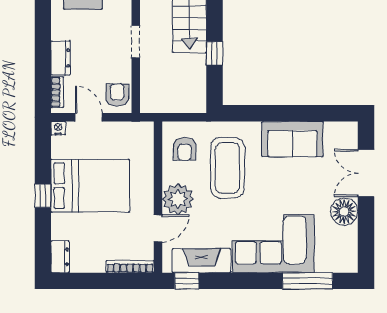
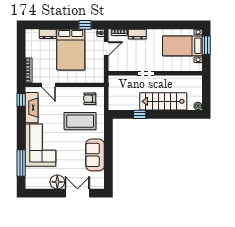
armchair: (117, 95) -> (118, 64), removed
window: (43, 196) -> (85, 25), moved
plant: (178, 199) -> (64, 95), removed
dresser: (60, 257) -> (48, 34), moved

